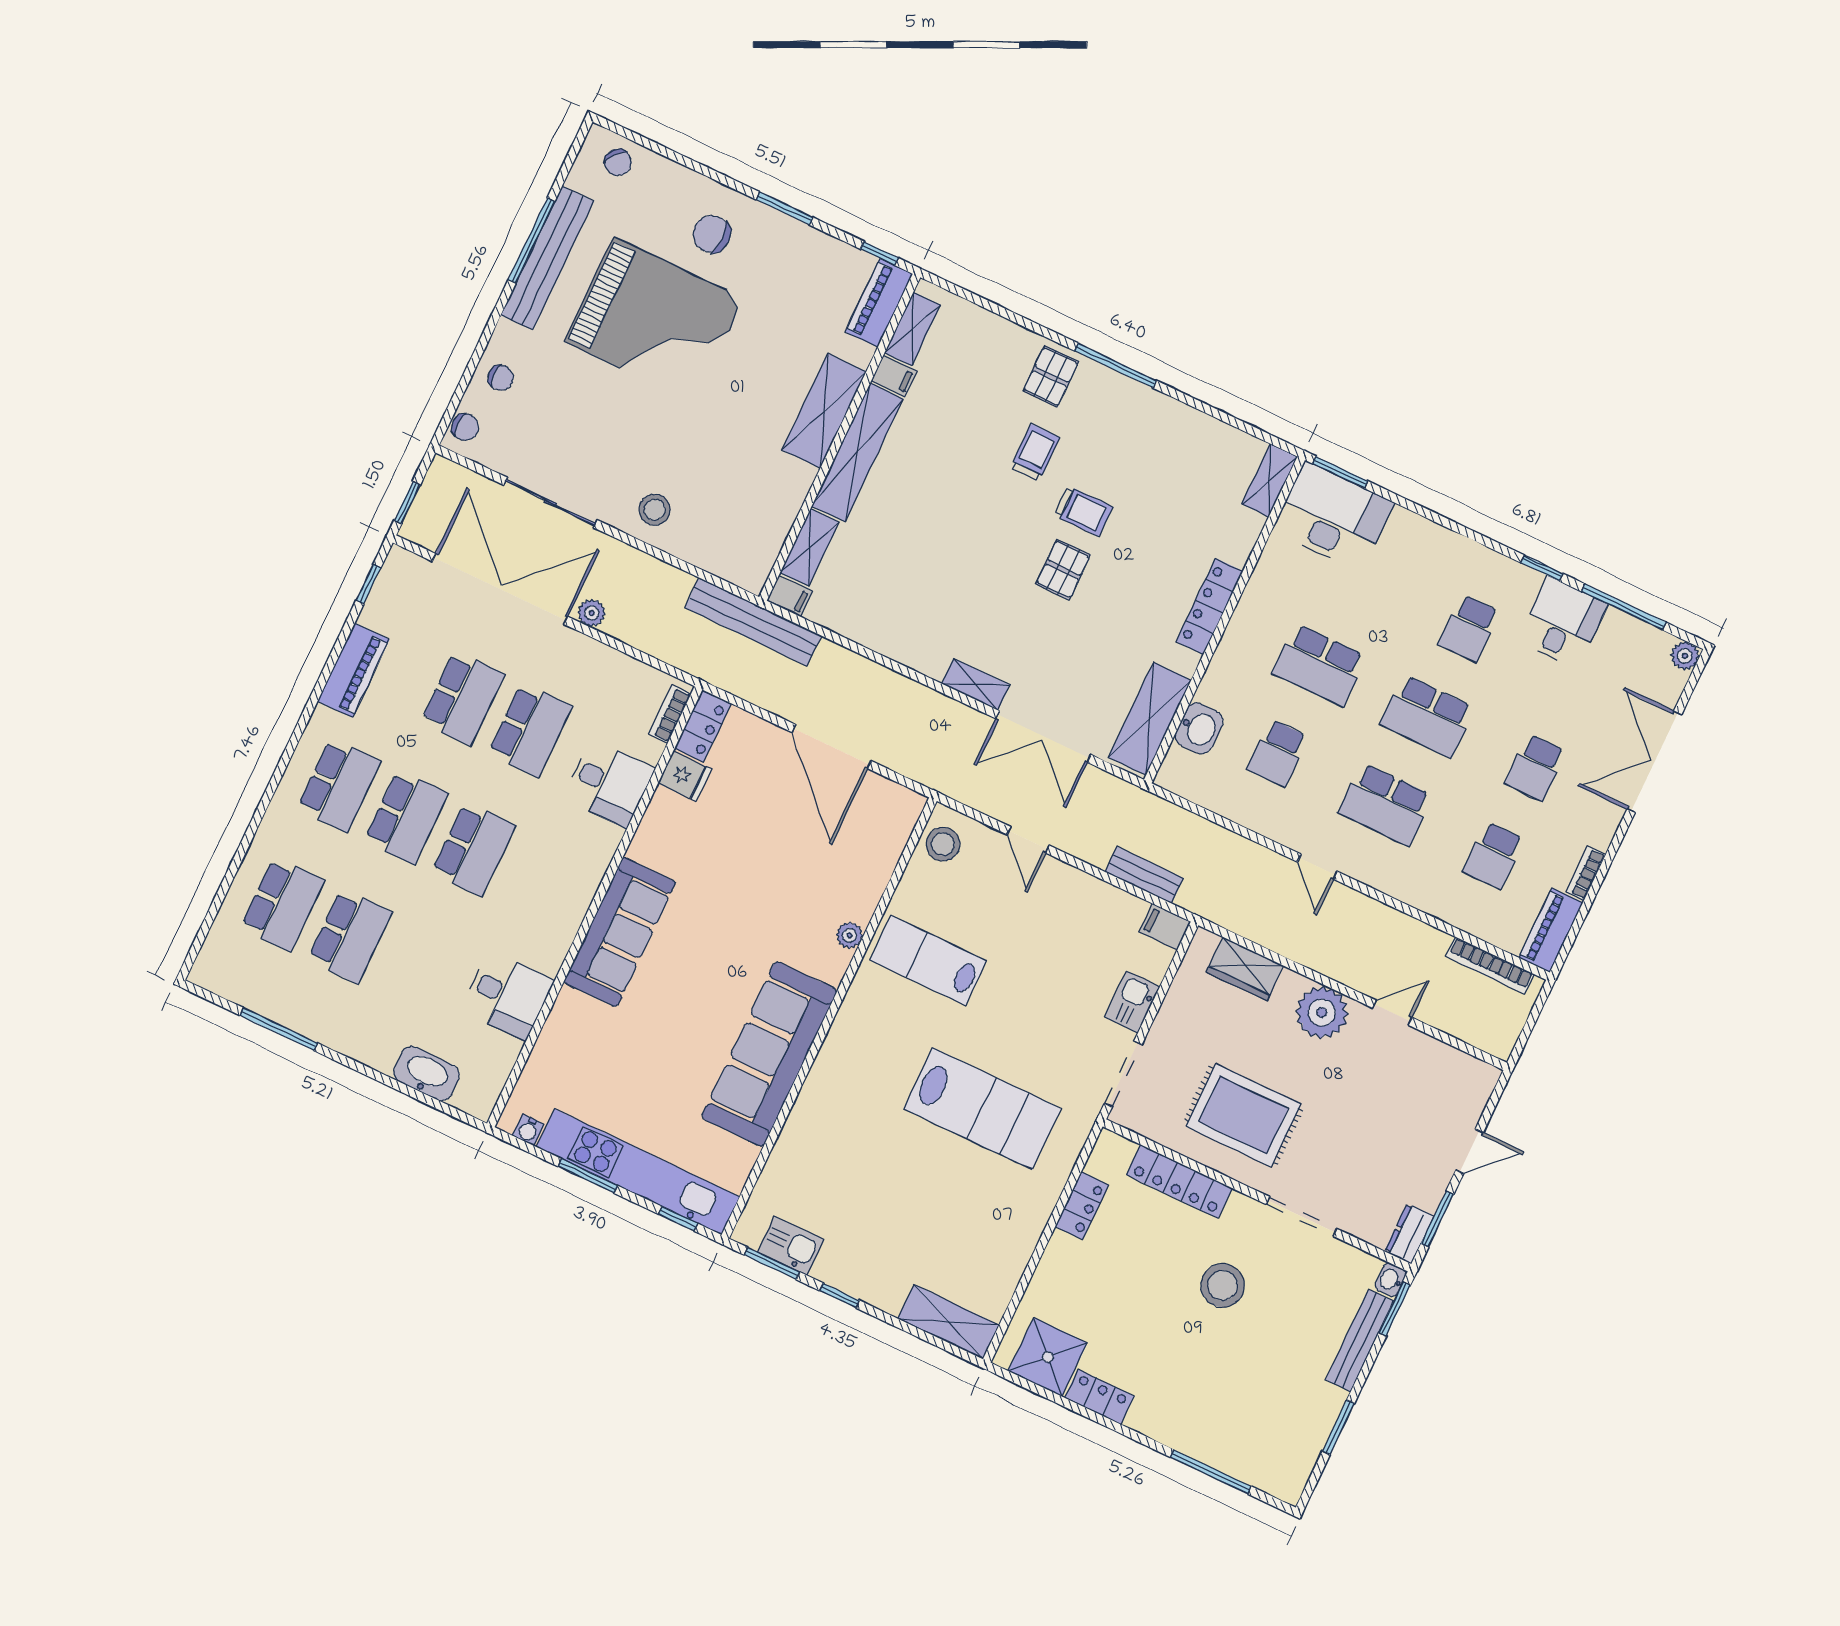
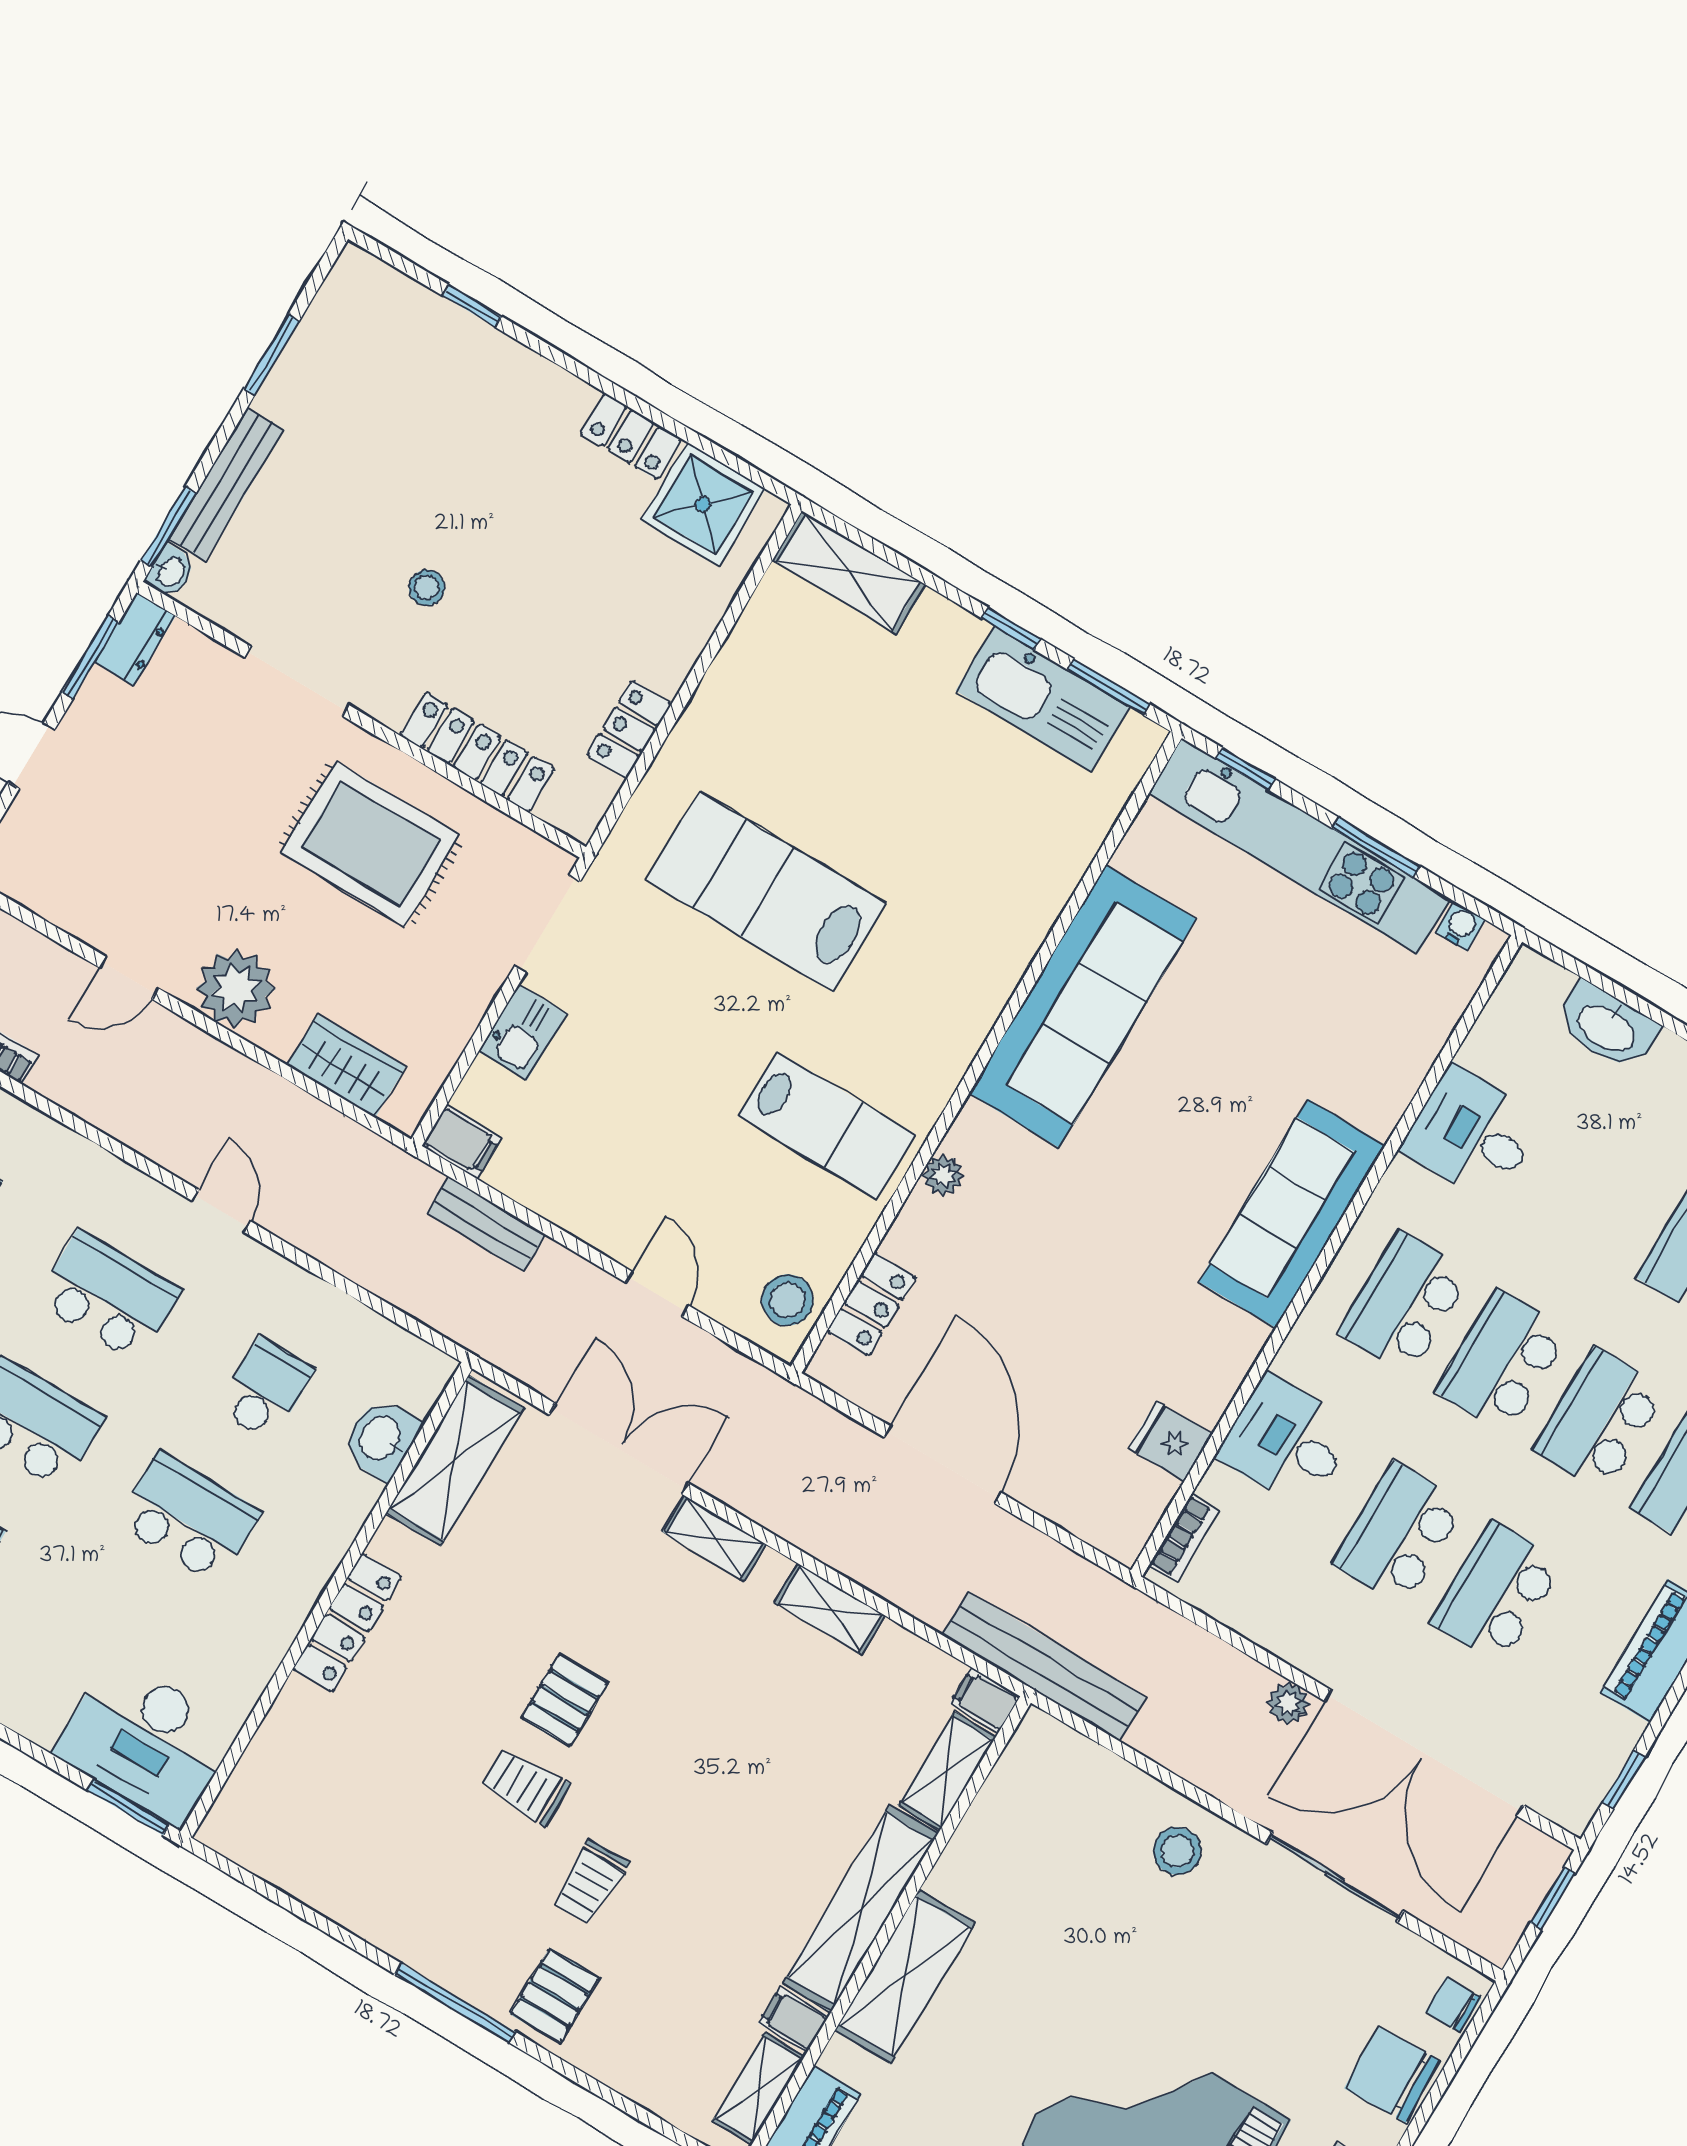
chair: (501, 378) -> (1392, 2074), width x1.87, depth x1.87
shelving: (1270, 480) -> (830, 1609), moved, turned 90
locker: (703, 726) -> (871, 1304), moved, turned 180
school desk: (541, 881) -> (1405, 1303), added
kitchen sink: (791, 1246) -> (1043, 699), width x1.87, depth x1.24
stool: (1223, 1286) -> (427, 588), width x0.53, depth x0.53
window: (1211, 1472) -> (472, 306), width x0.46

